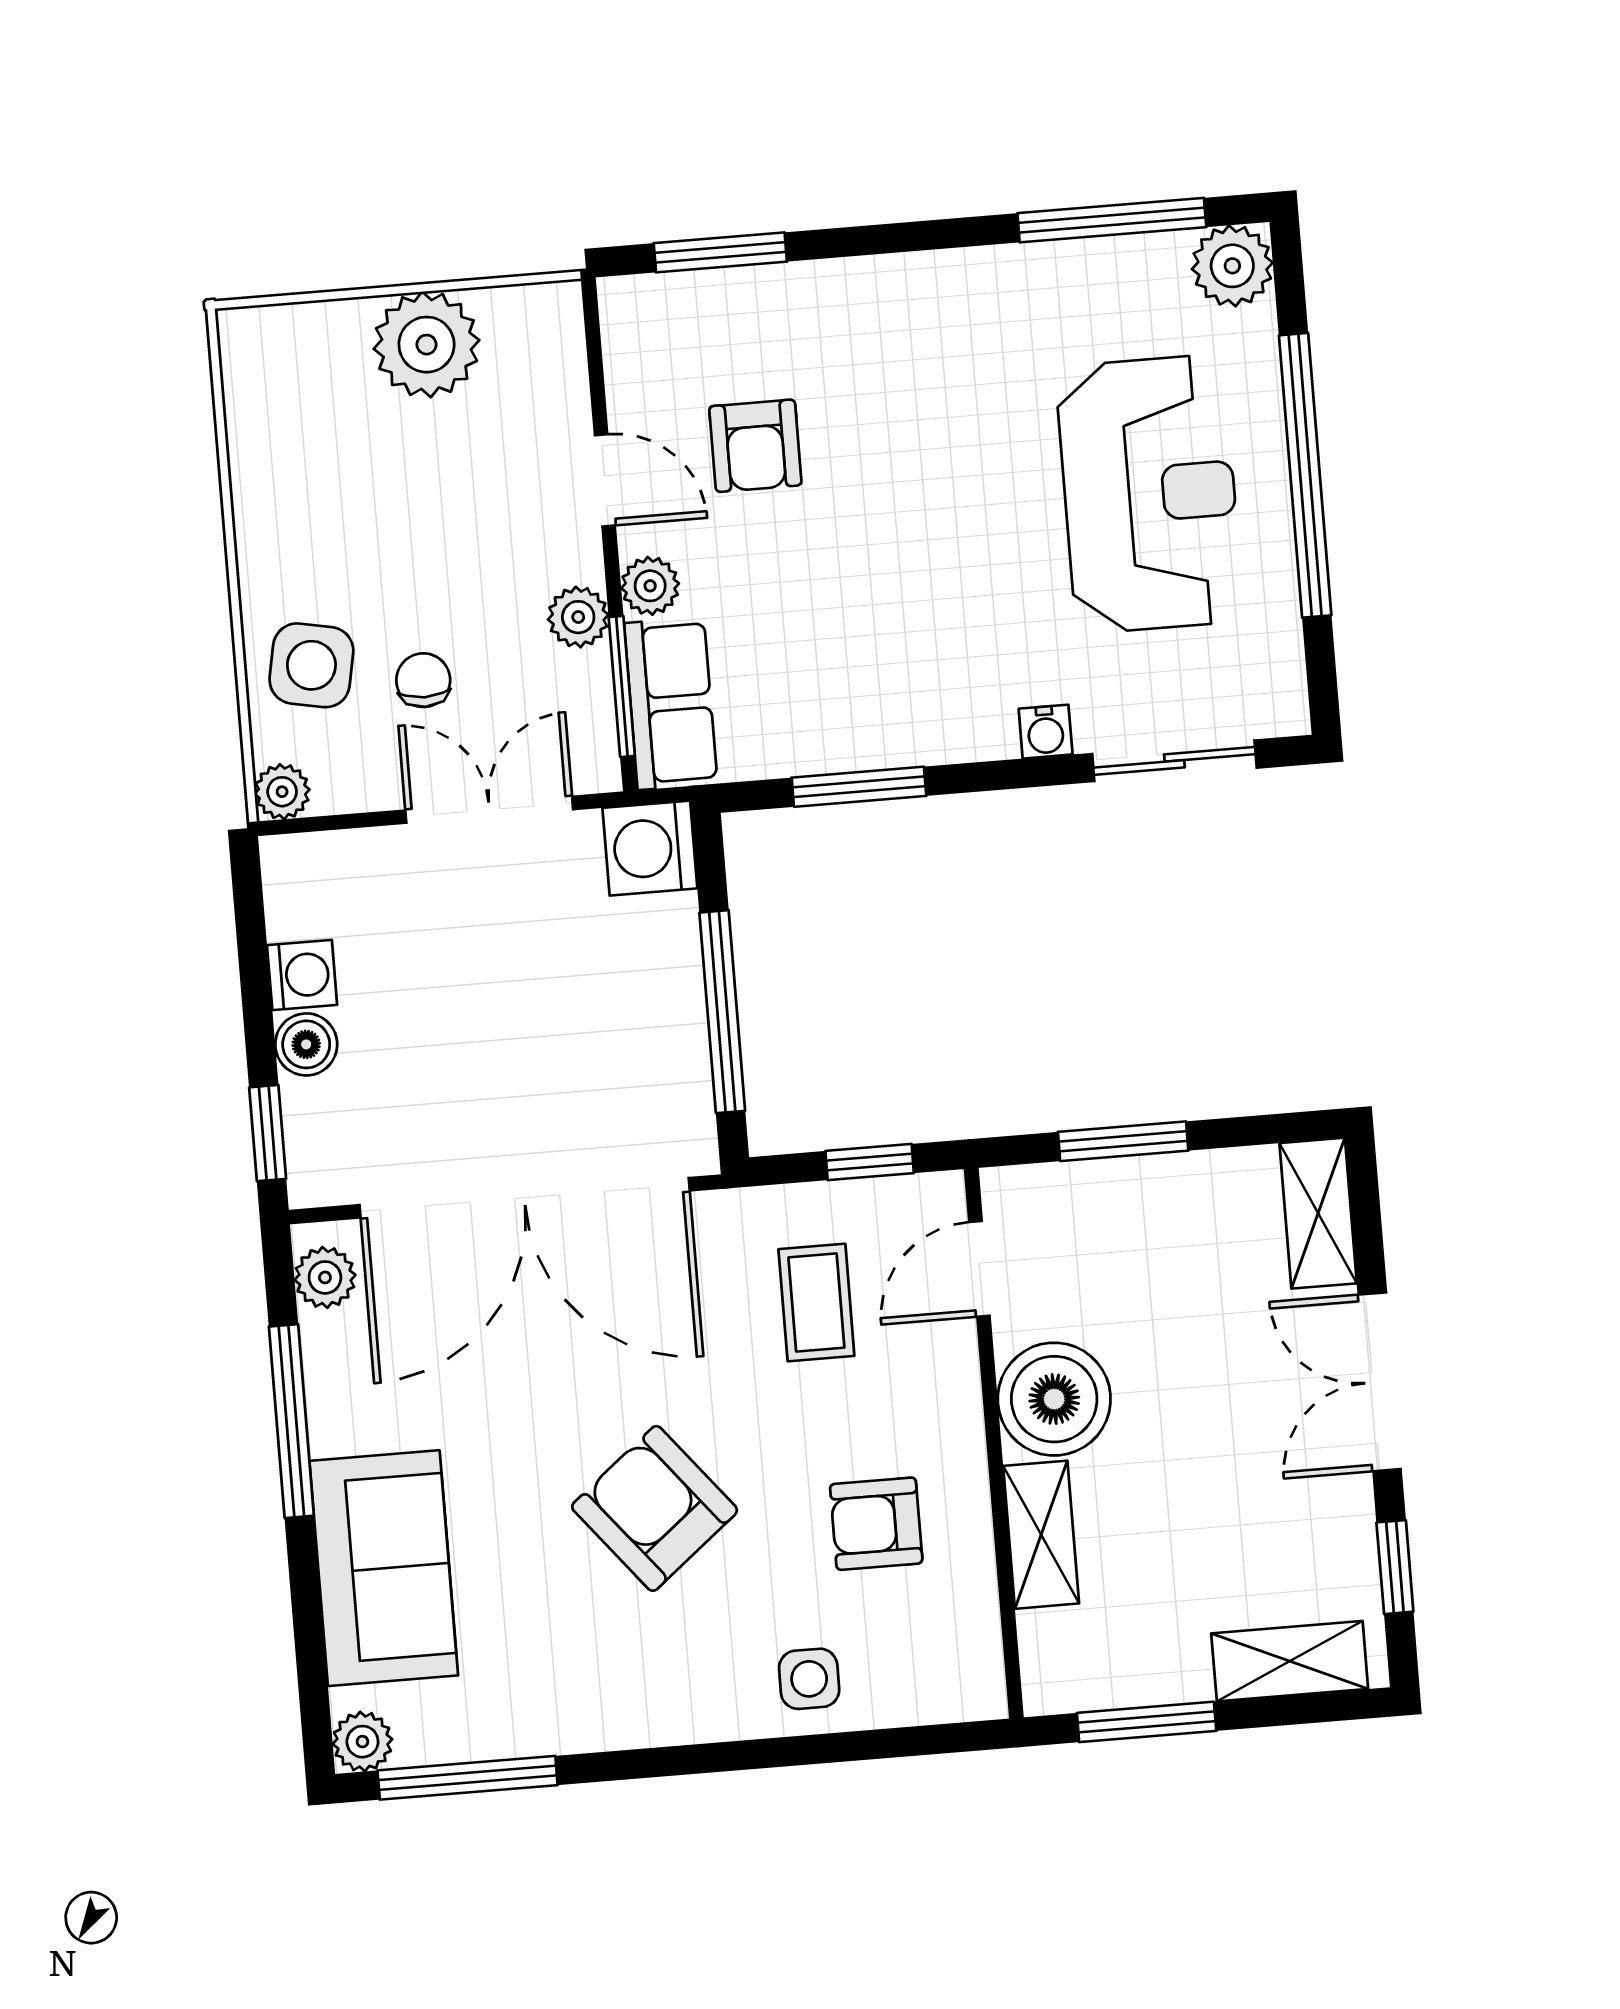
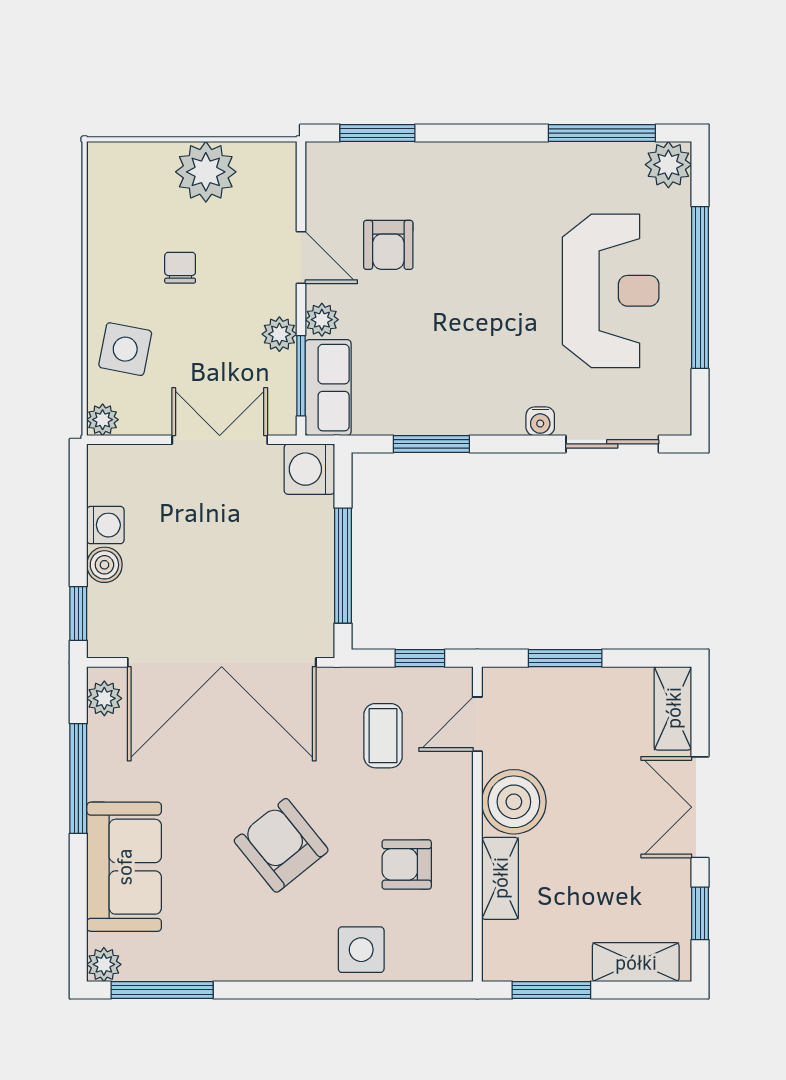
chair: (423, 680) -> (180, 268), moved
side table: (809, 1679) -> (361, 950), width x1.37, depth x1.37

